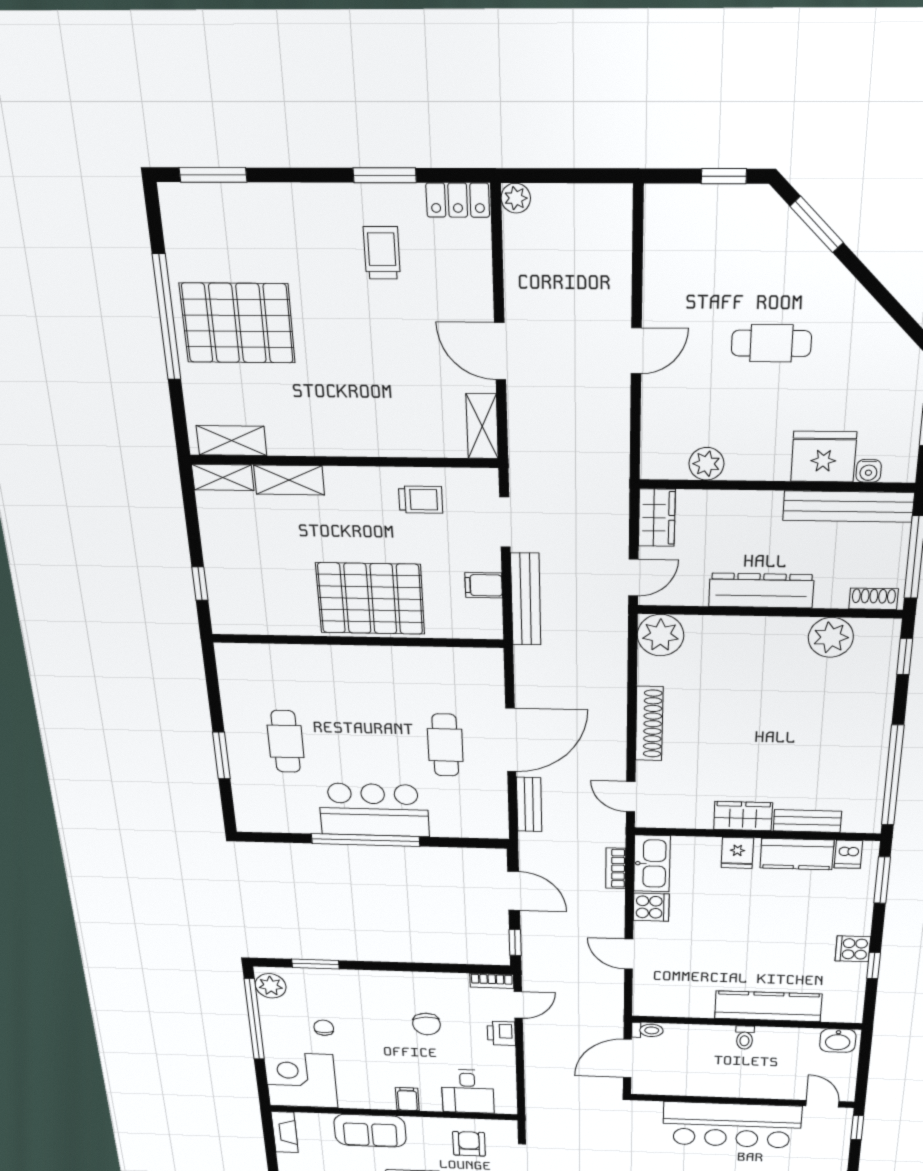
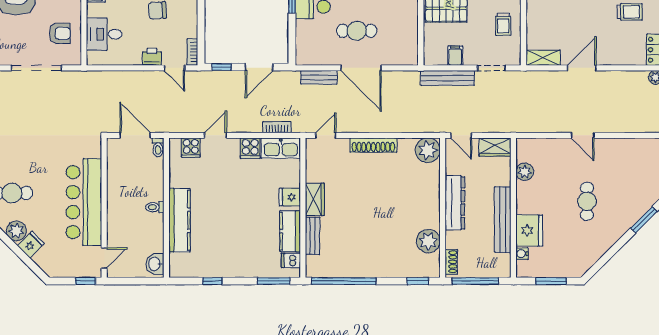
bench: (848, 506) -> (503, 220), moved
cooker: (853, 949) -> (191, 148), moved, turned 180

